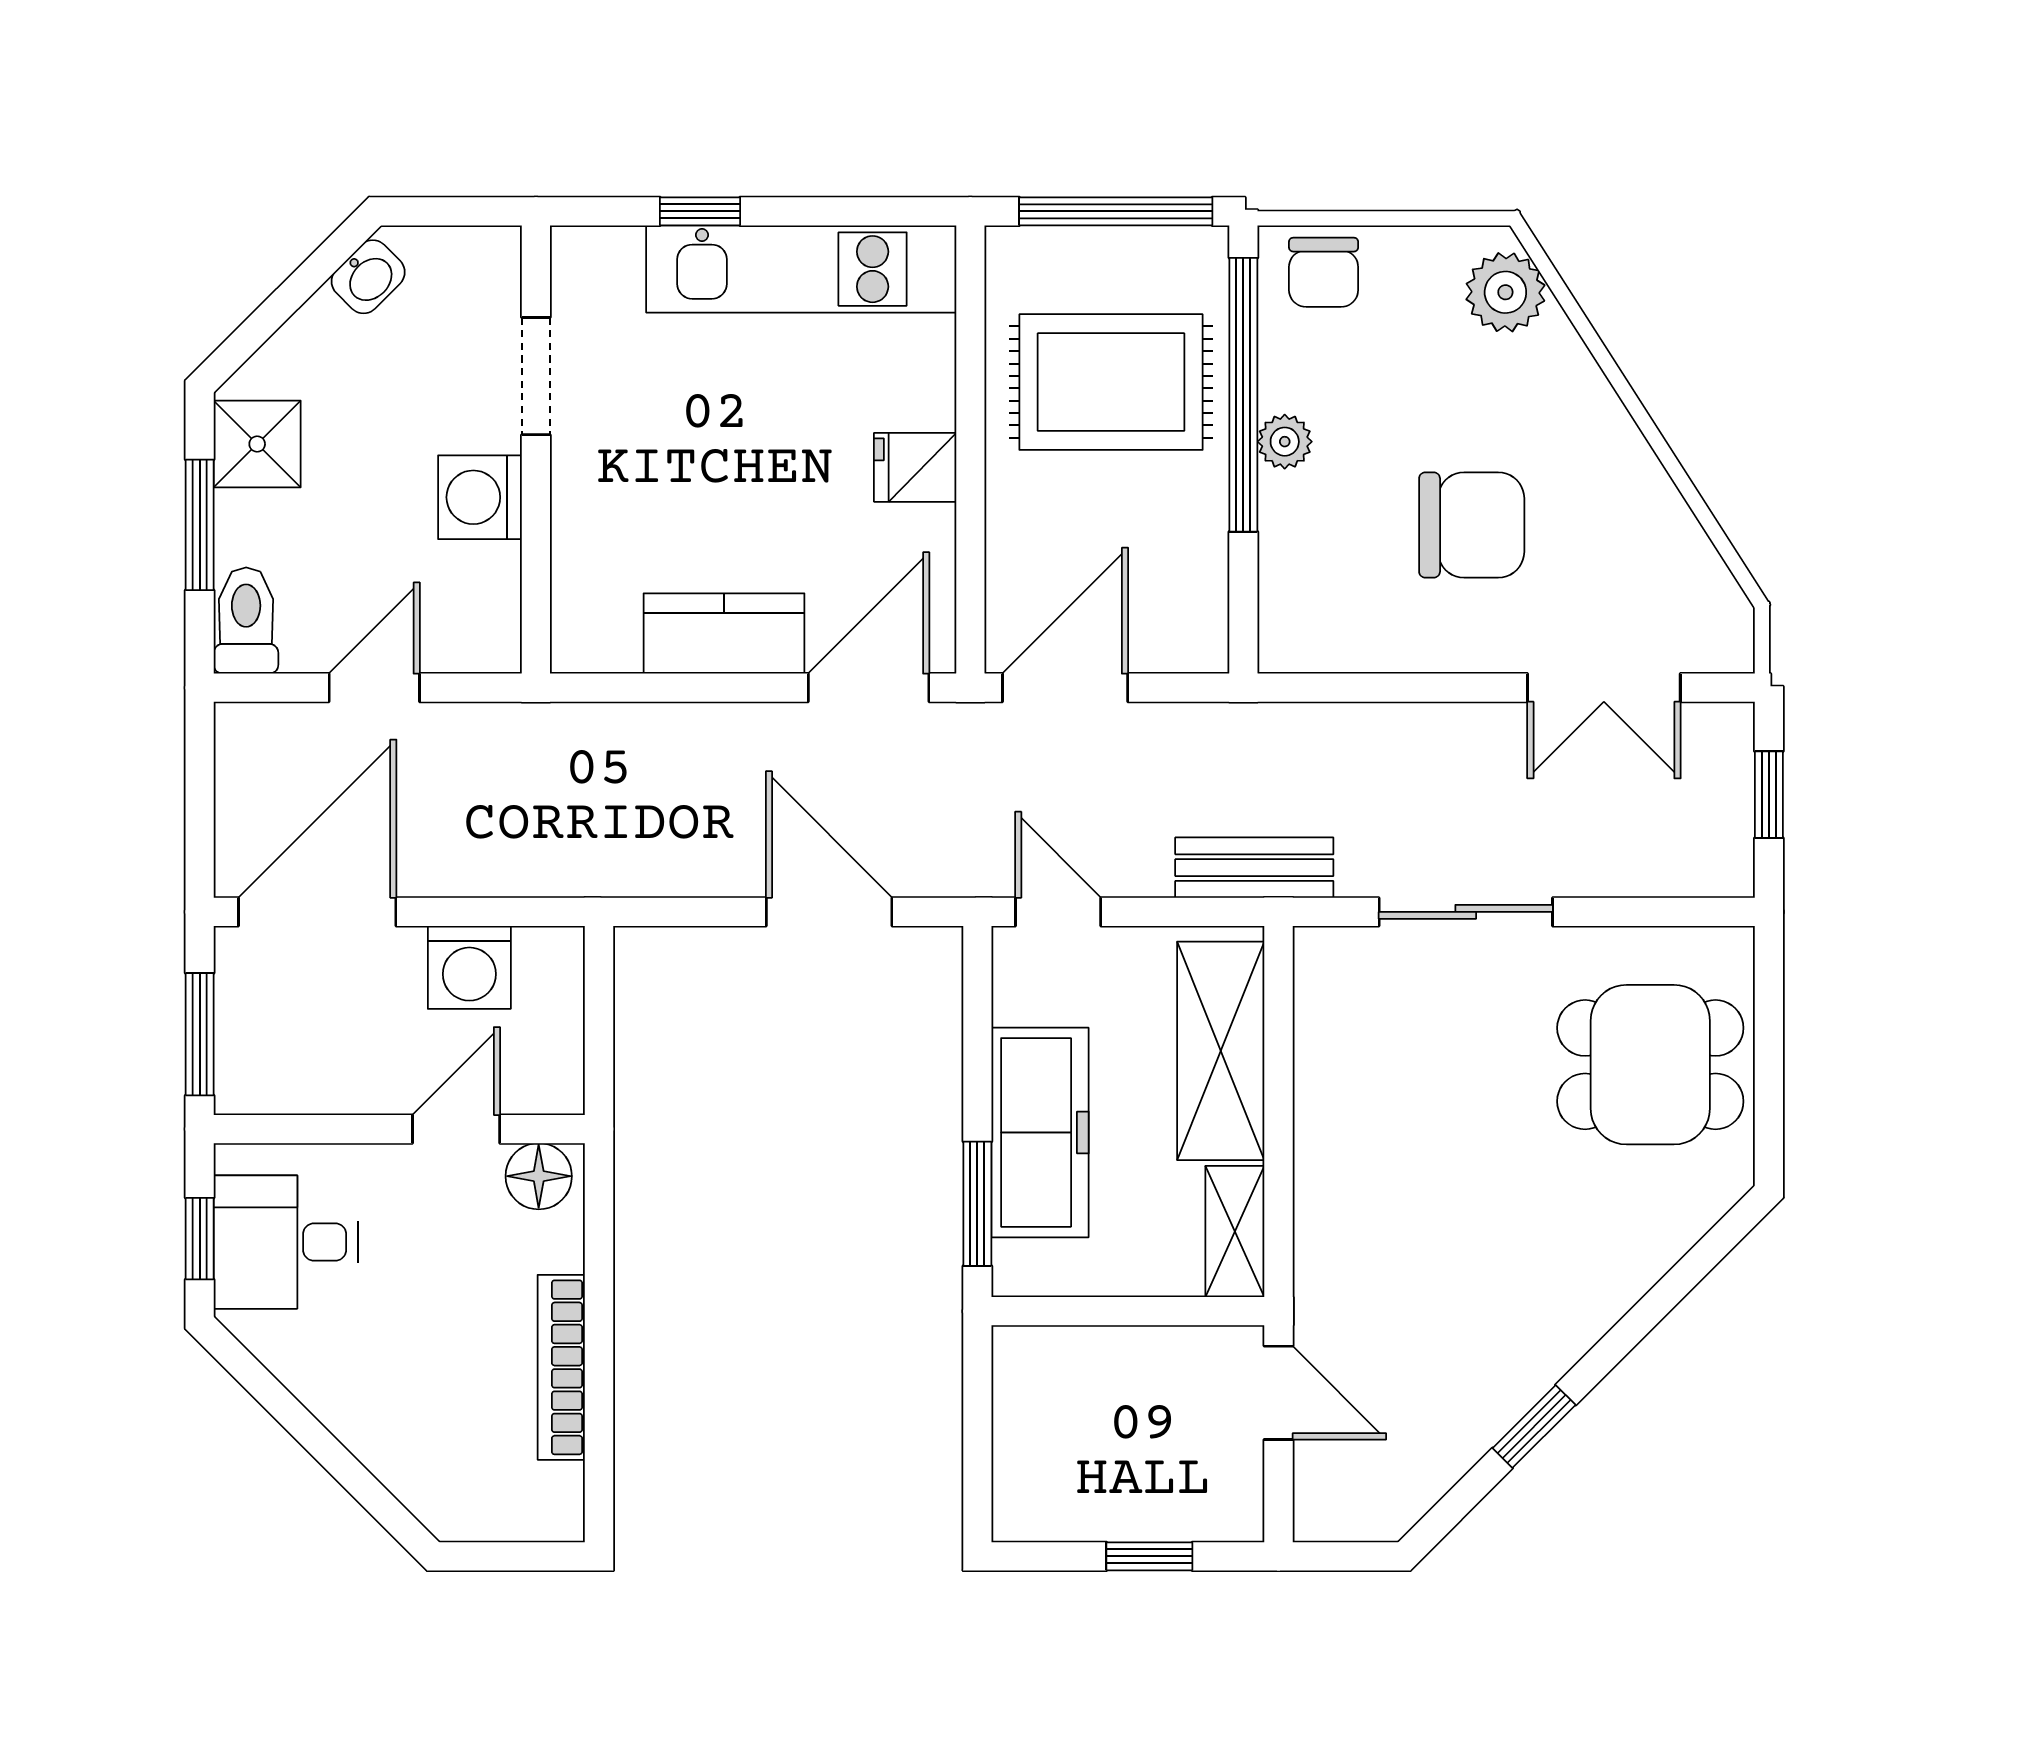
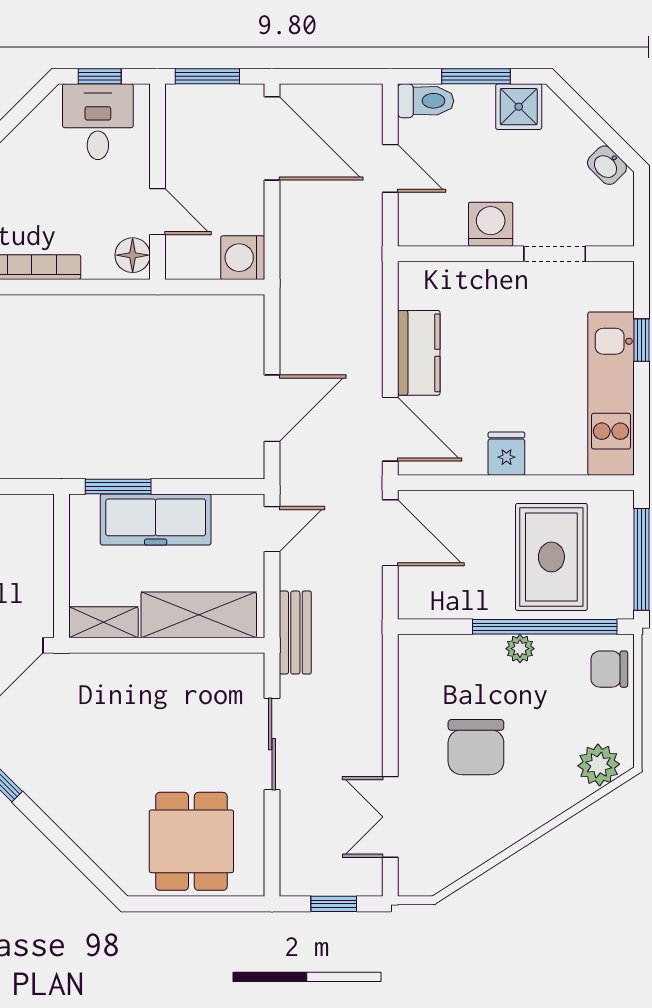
washing machine: (469, 967) -> (243, 258), moved

